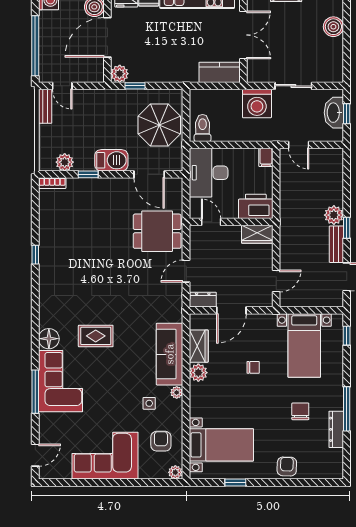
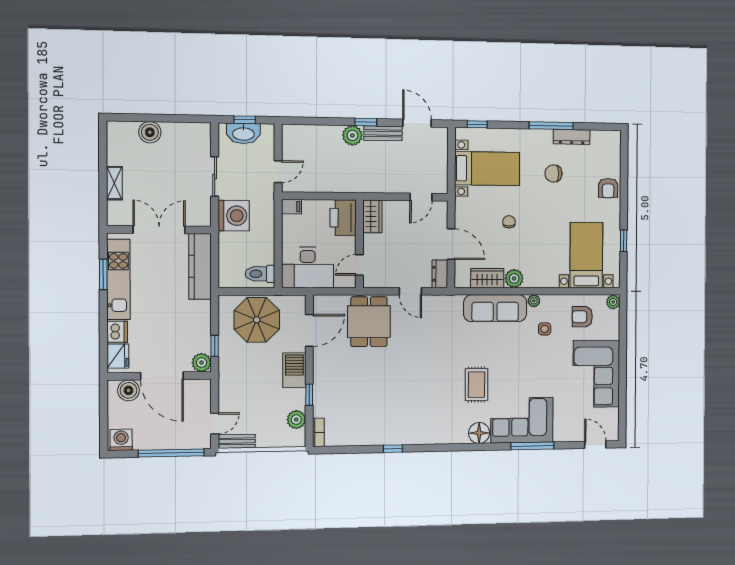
kitchen counter: (220, 72) -> (200, 266), width x1.50
door: (276, 281) -> (421, 197), swing flipped
armchair: (287, 466) -> (608, 188), turned -92

